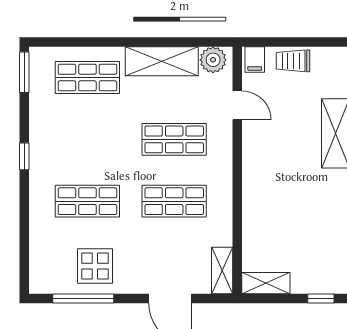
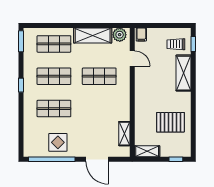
trolley: (293, 61) -> (176, 44), moved
shop shelf: (174, 201) -> (54, 76), moved
pallet: (311, 227) -> (170, 122), added
shelving: (222, 270) -> (124, 134), moved
window: (83, 298) -> (52, 159), width x1.46

